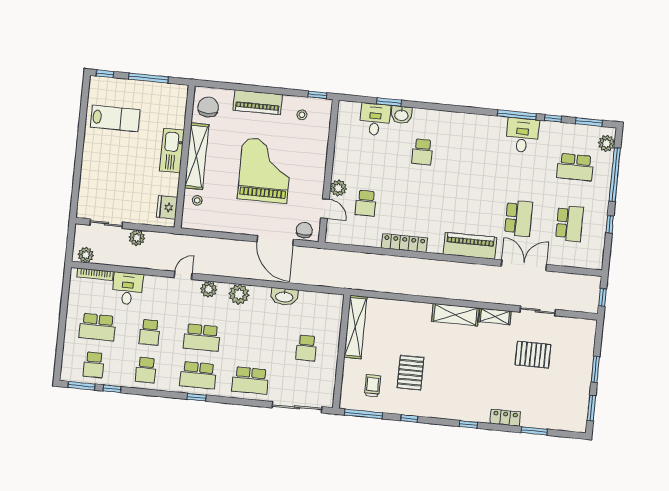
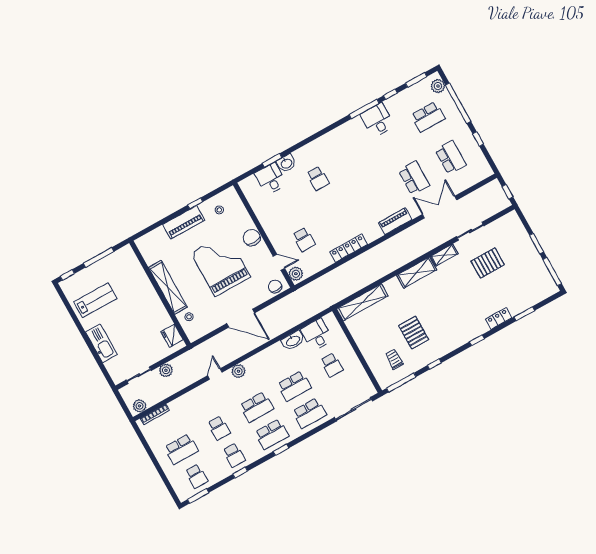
window: (317, 95) -> (195, 203), moved
chair: (208, 107) -> (252, 238), moved
kitchen sink: (172, 150) -> (101, 343), moved, turned 180
plant: (338, 188) -> (296, 274), moved
door: (275, 241) -> (241, 318), moved
piano: (470, 246) -> (395, 221), width x0.73, depth x0.75
desk: (127, 289) -> (317, 335), moved
plant: (239, 294) -> (261, 360), removed
shelving: (355, 327) -> (362, 302), moved, turned 90
school desk: (254, 343) -> (294, 386), added
window: (112, 389) -> (240, 473), moved
window: (591, 408) -> (552, 272), width x1.44

